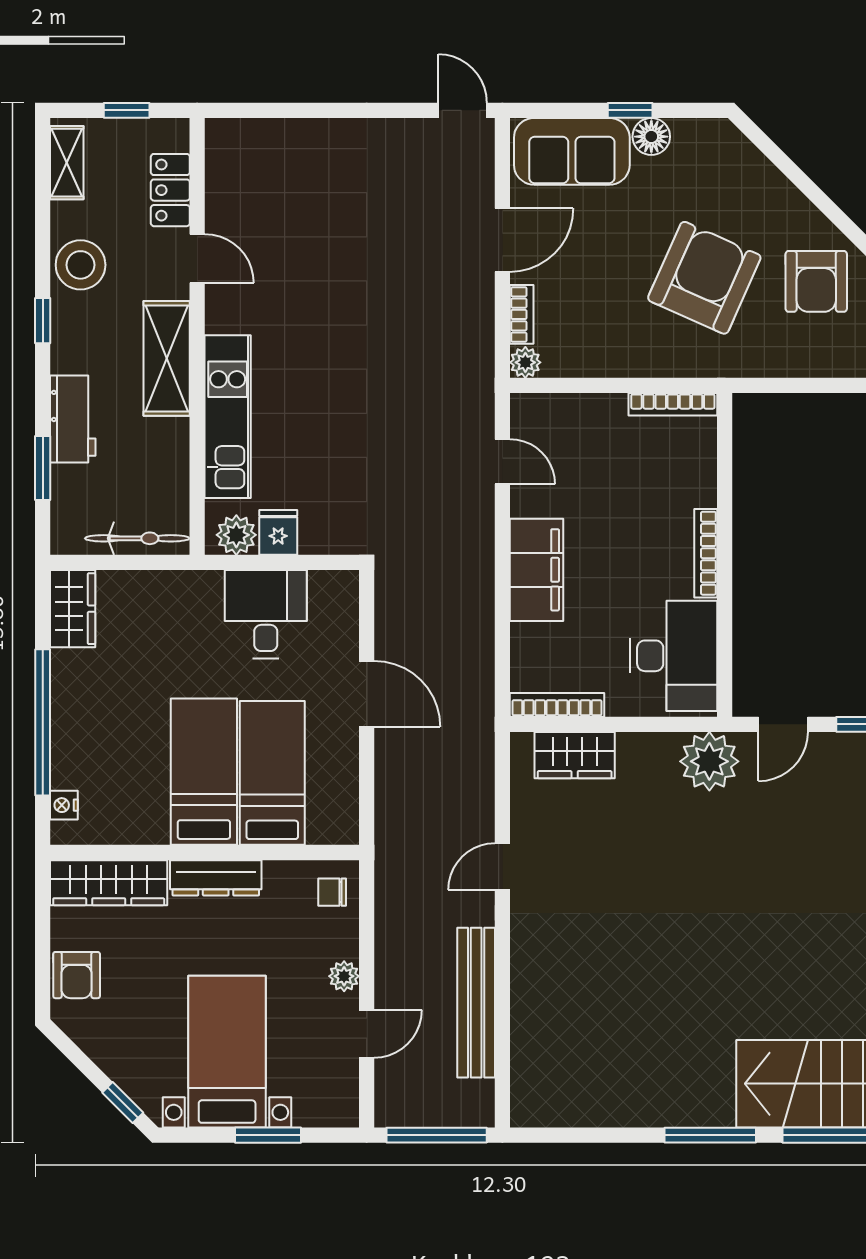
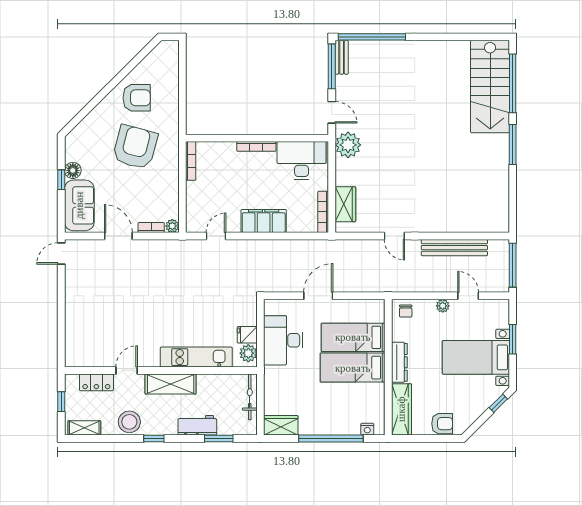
armchair: (704, 278) -> (135, 147), turned 81
desk: (266, 614) -> (283, 340), width x1.37

